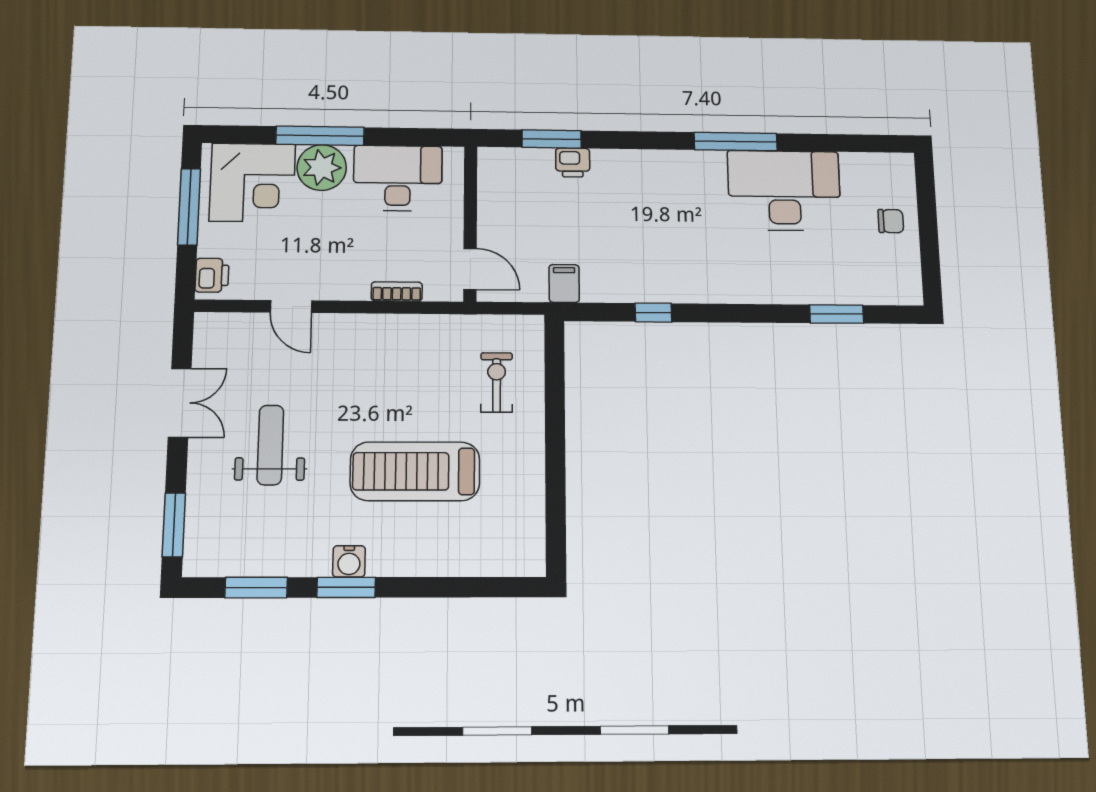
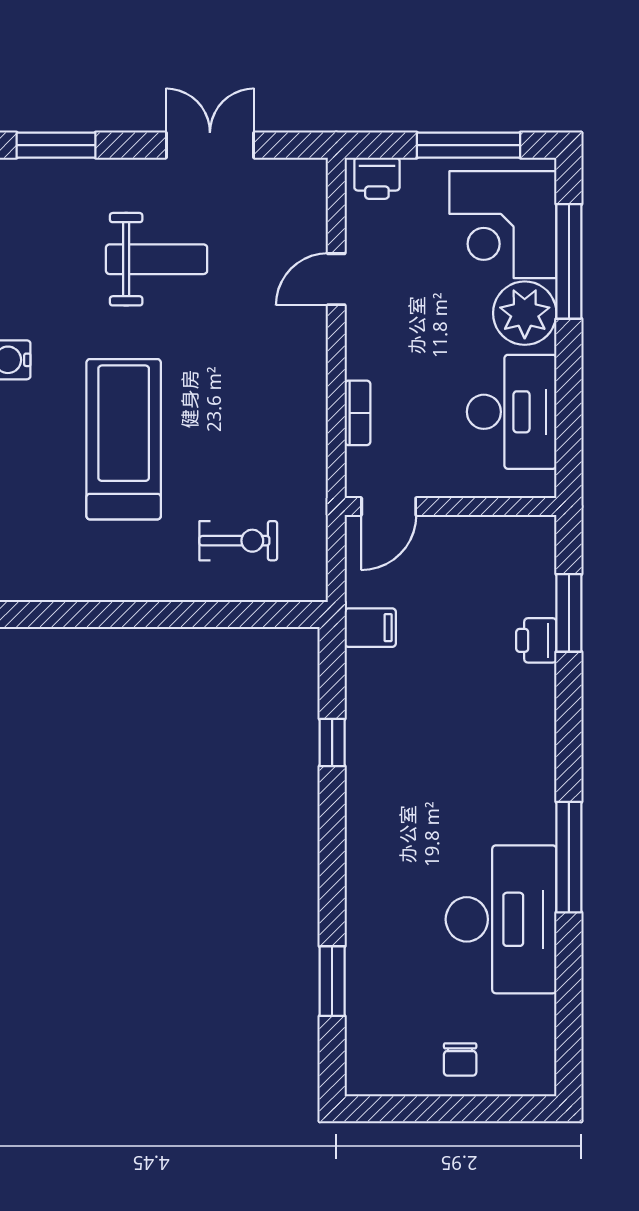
window: (320, 136) -> (569, 261), moved
double door: (180, 403) -> (210, 145), swing flipped

